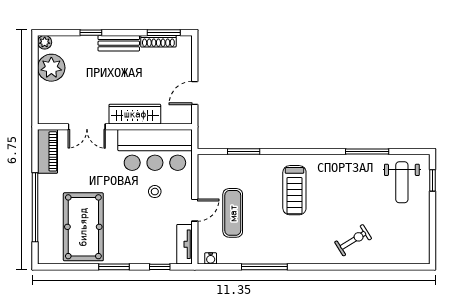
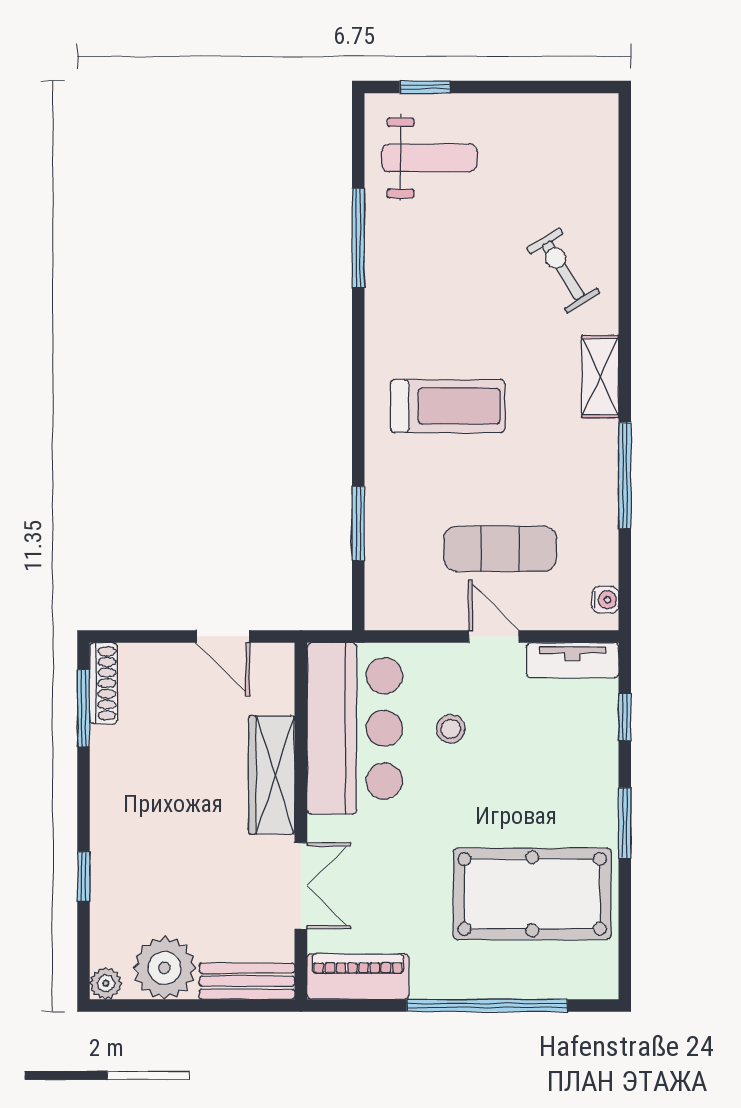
shoe rack: (158, 41) -> (104, 683), moved
bench: (119, 43) -> (247, 981), moved, turned 90
shelving: (307, 256) -> (600, 377), added

